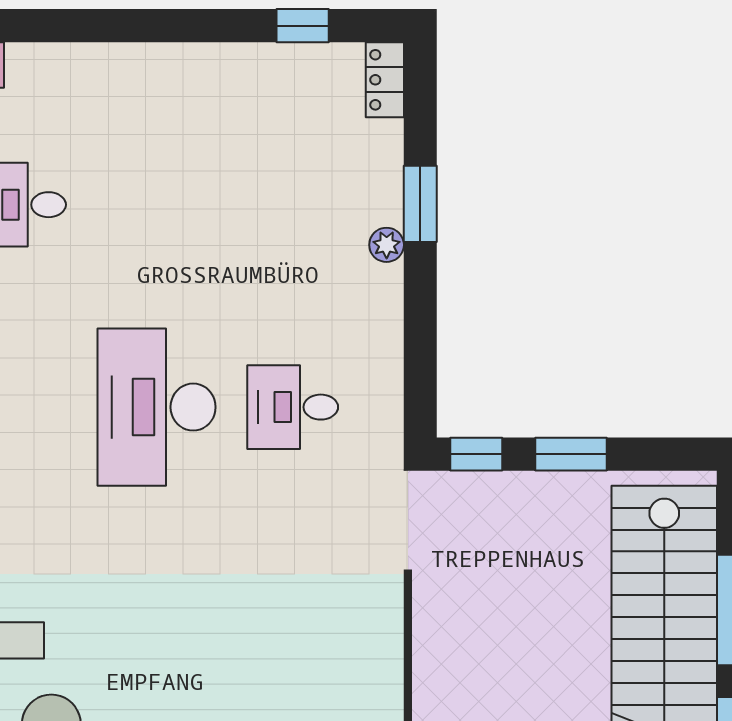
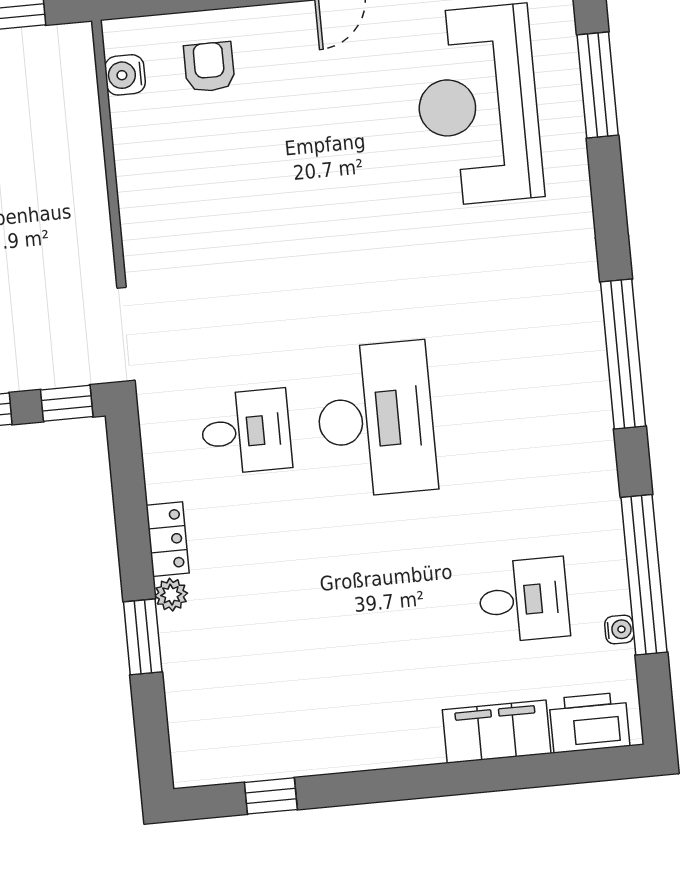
filing cabinet: (61, 70) -> (497, 732), added
locker: (385, 80) -> (168, 539), moved

